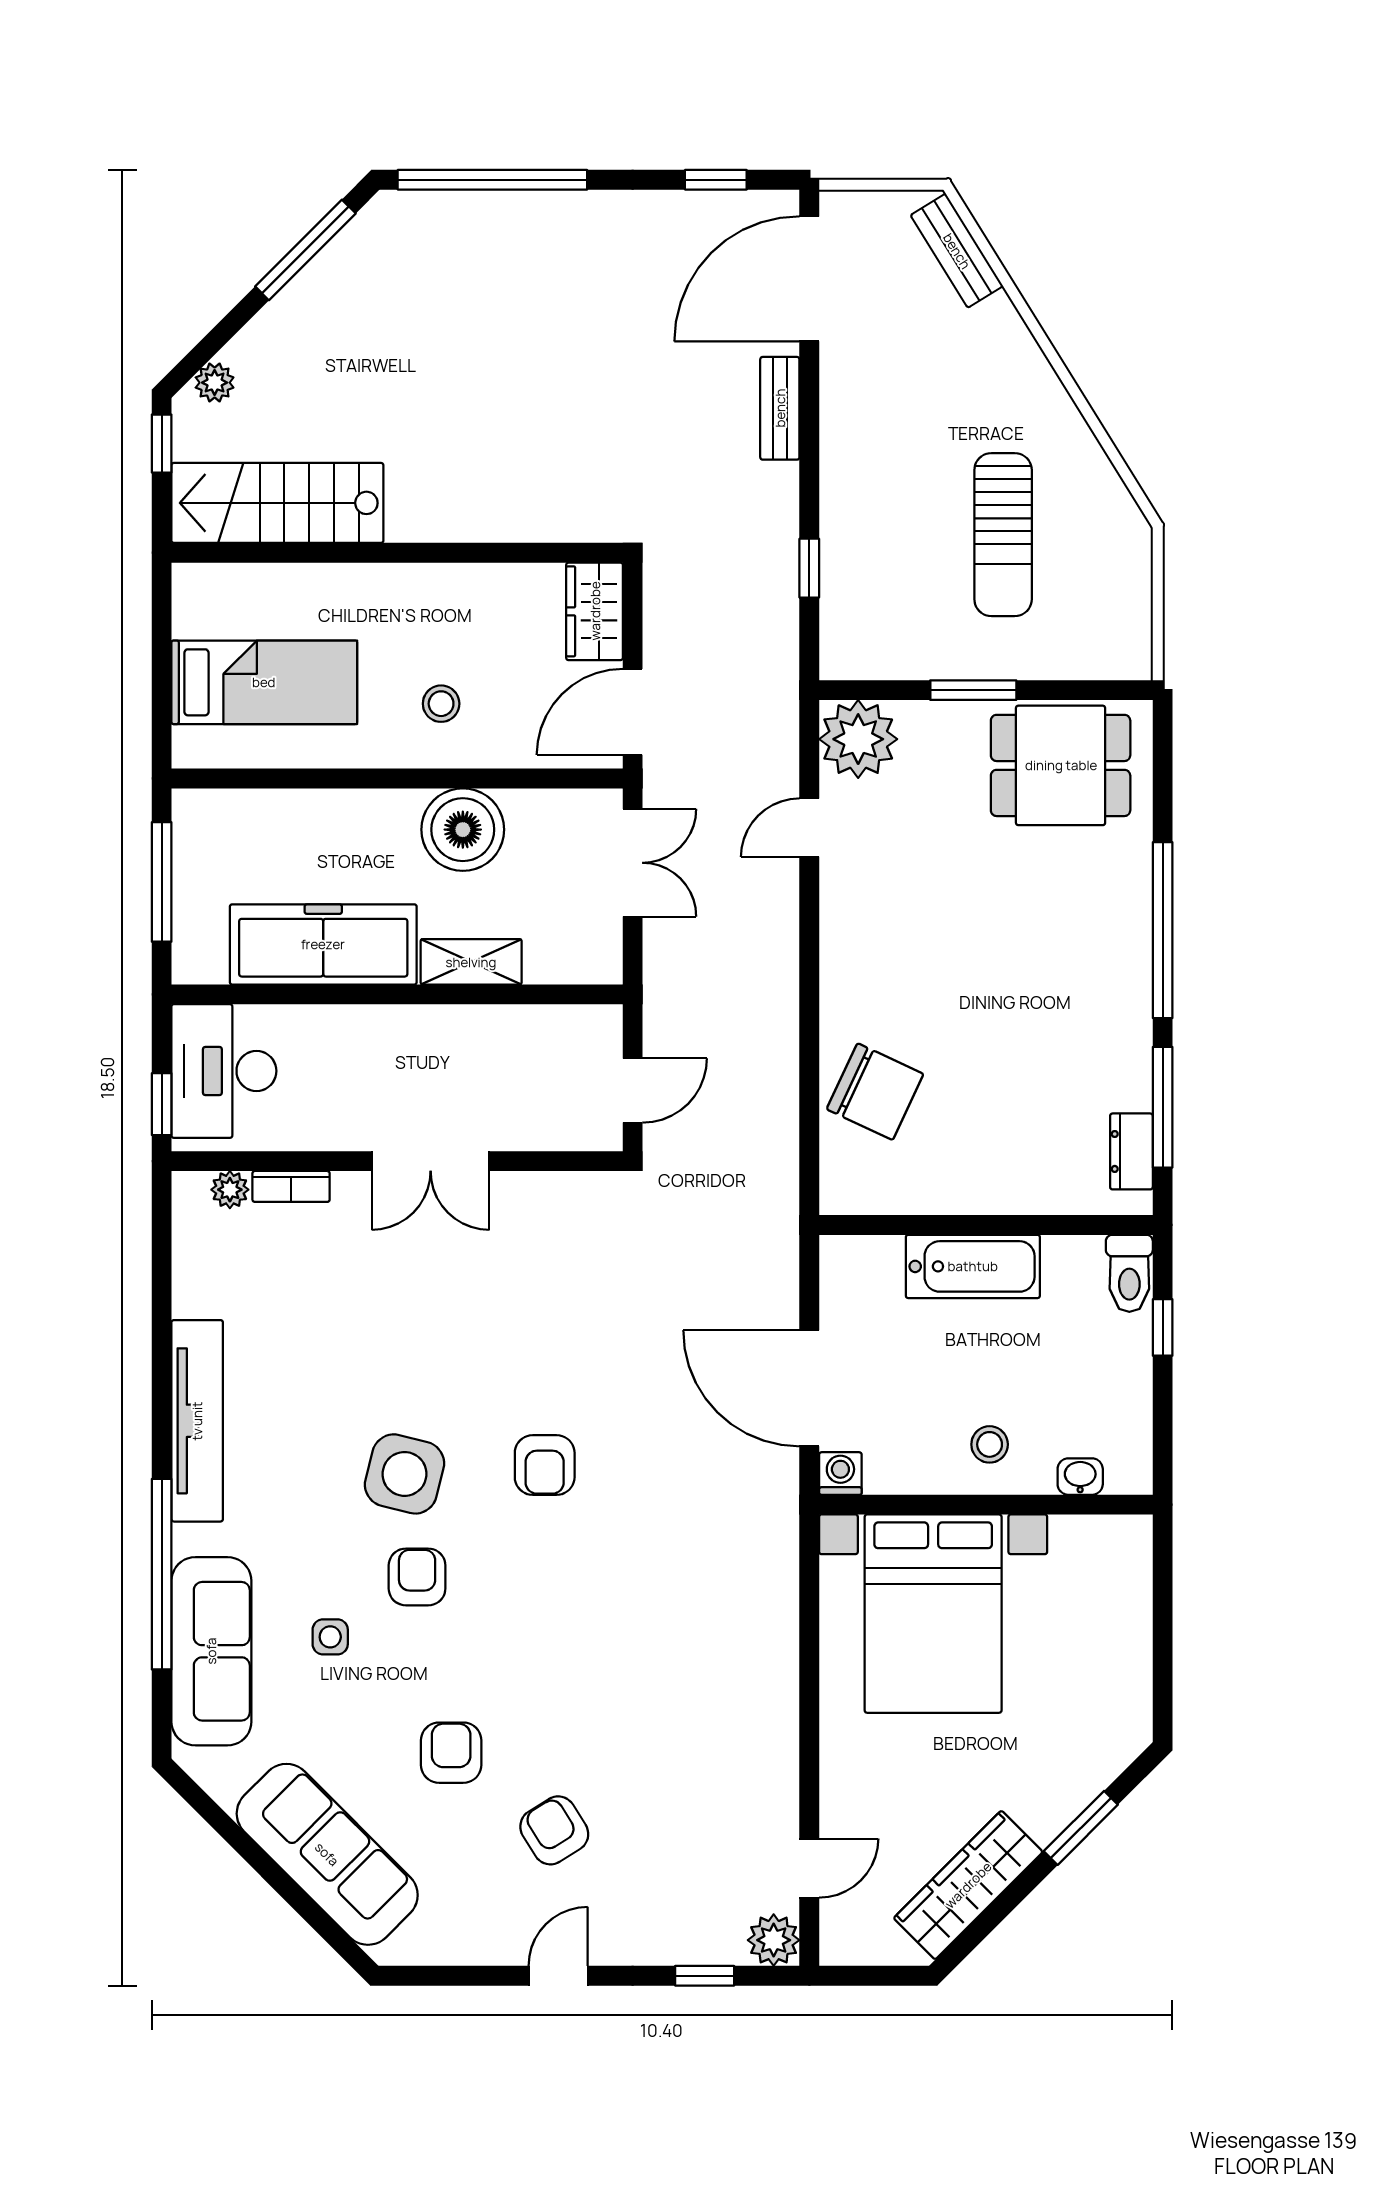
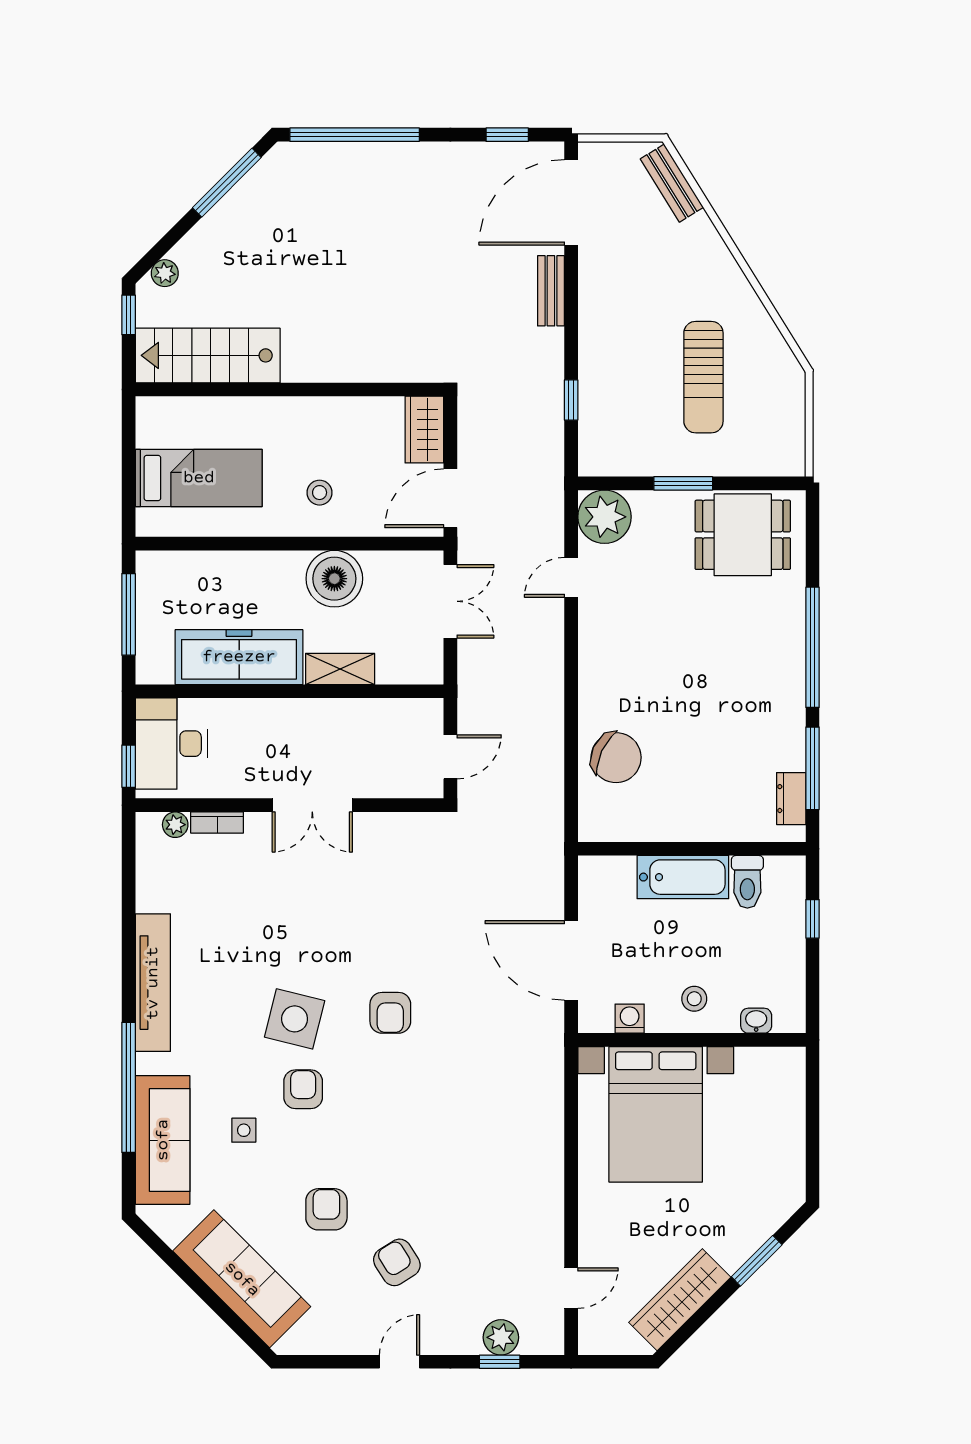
toilet: (1129, 1273) -> (747, 882), moved
washing machine: (840, 1474) -> (630, 1019), moved
plant: (774, 1940) -> (501, 1337), moved

